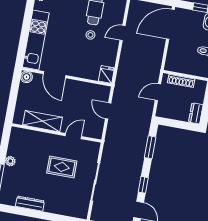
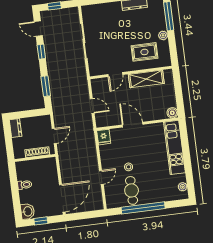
door: (55, 75) -> (133, 125), moved
rug: (62, 167) -> (144, 52), moved

